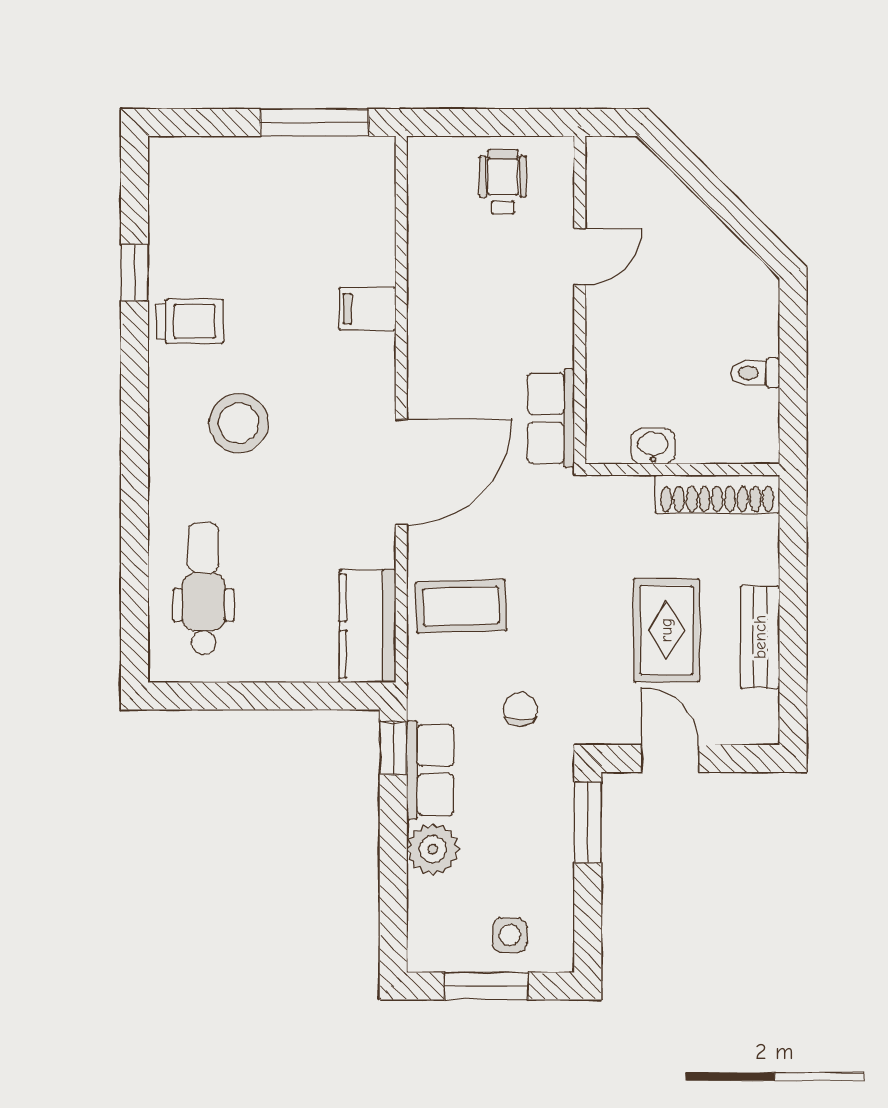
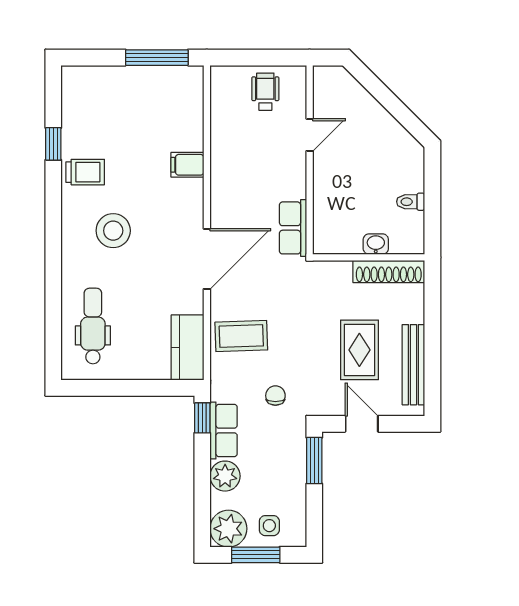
washbasin: (653, 446) -> (376, 244), moved
bench: (760, 637) -> (413, 365), width x1.36
plant: (439, 940) -> (228, 529), added

